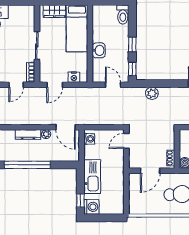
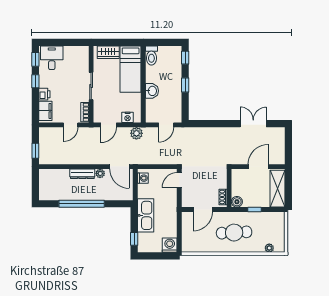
toilet: (123, 14) -> (151, 56), moved
window: (132, 69) -> (185, 58), moved
door: (113, 85) -> (166, 125), swing flipped
plant: (152, 93) -> (136, 133), moved
washing machine: (91, 207) -> (170, 245), moved, turned -90

